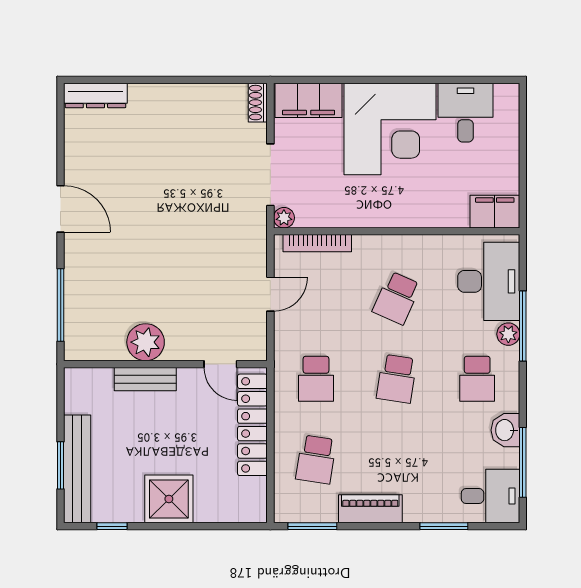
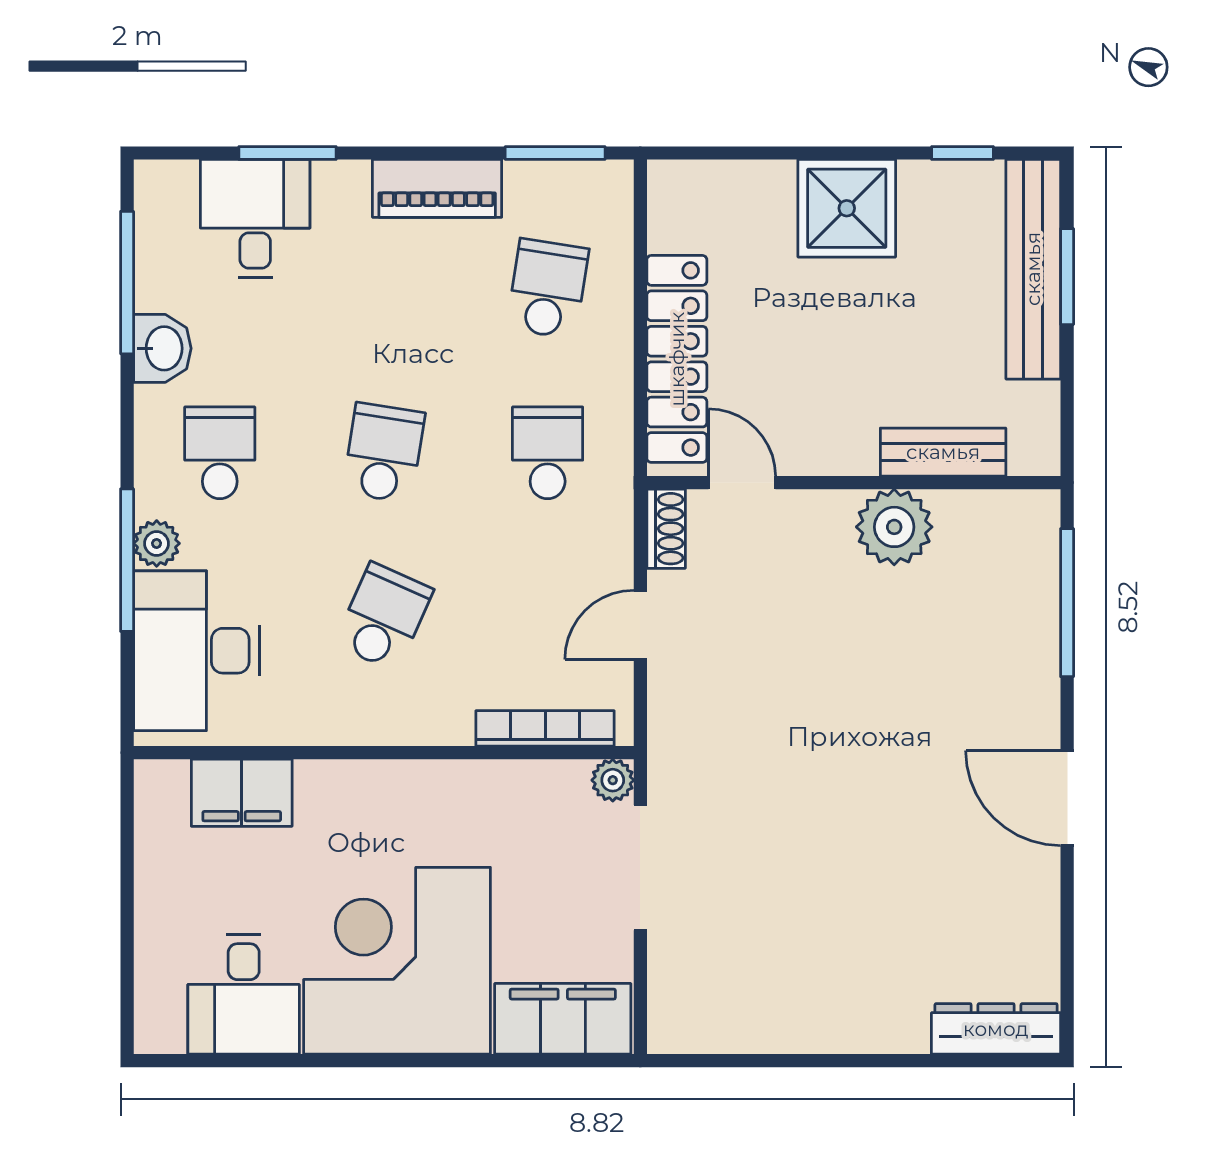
shoe rack: (258, 103) -> (666, 529), moved
filing cabinet: (495, 212) -> (242, 793), moved
bench: (145, 379) -> (943, 452), moved
desk: (491, 496) -> (255, 219), moved, turned 90

